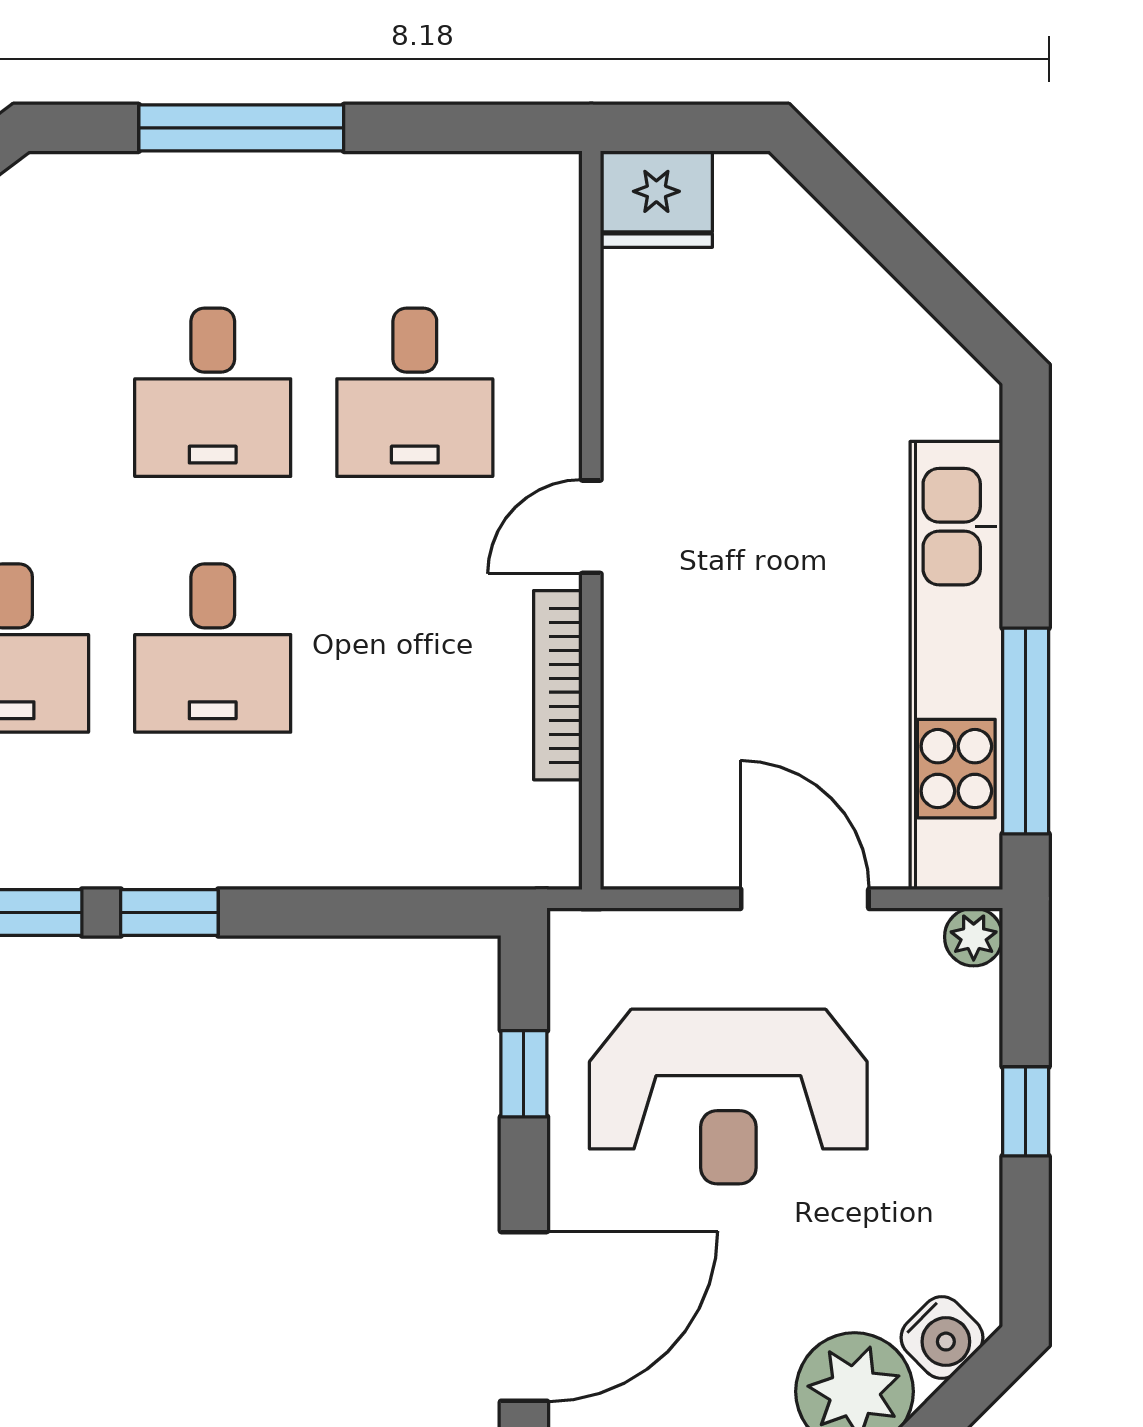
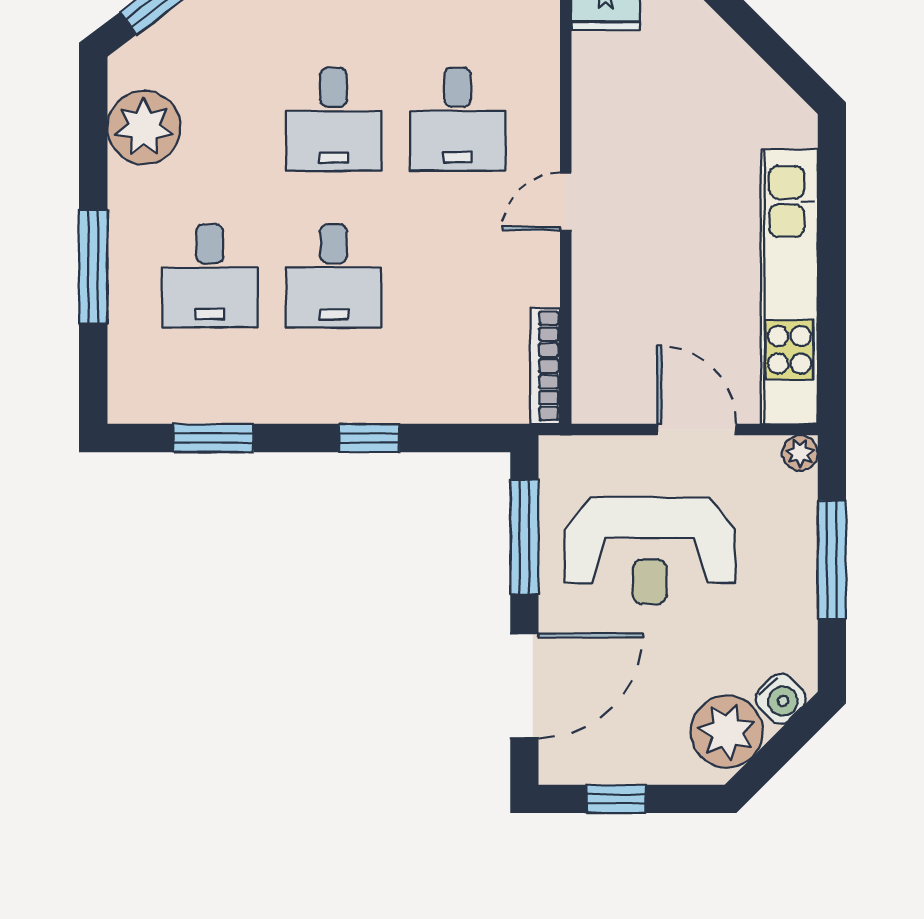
bookcase: (558, 685) -> (545, 366), moved
window: (1026, 731) -> (832, 327), removed
window: (169, 912) -> (369, 438), moved
window: (524, 1074) -> (524, 537), width x2.17
window: (1026, 1111) -> (832, 560), width x2.17

